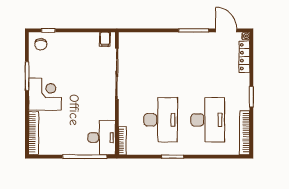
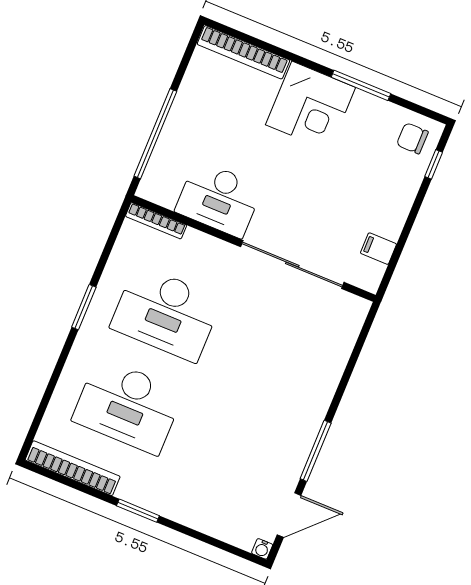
filing cabinet: (105, 39) -> (378, 249), moved
locker: (244, 57) -> (223, 530), removed
desk: (102, 138) -> (219, 199), moved

